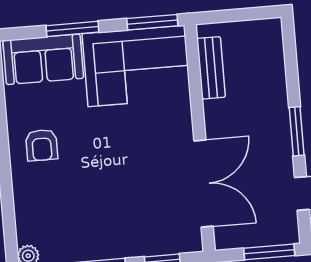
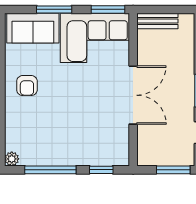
bench: (211, 68) -> (157, 21), moved, turned 90
double door: (204, 183) -> (133, 95), moved

